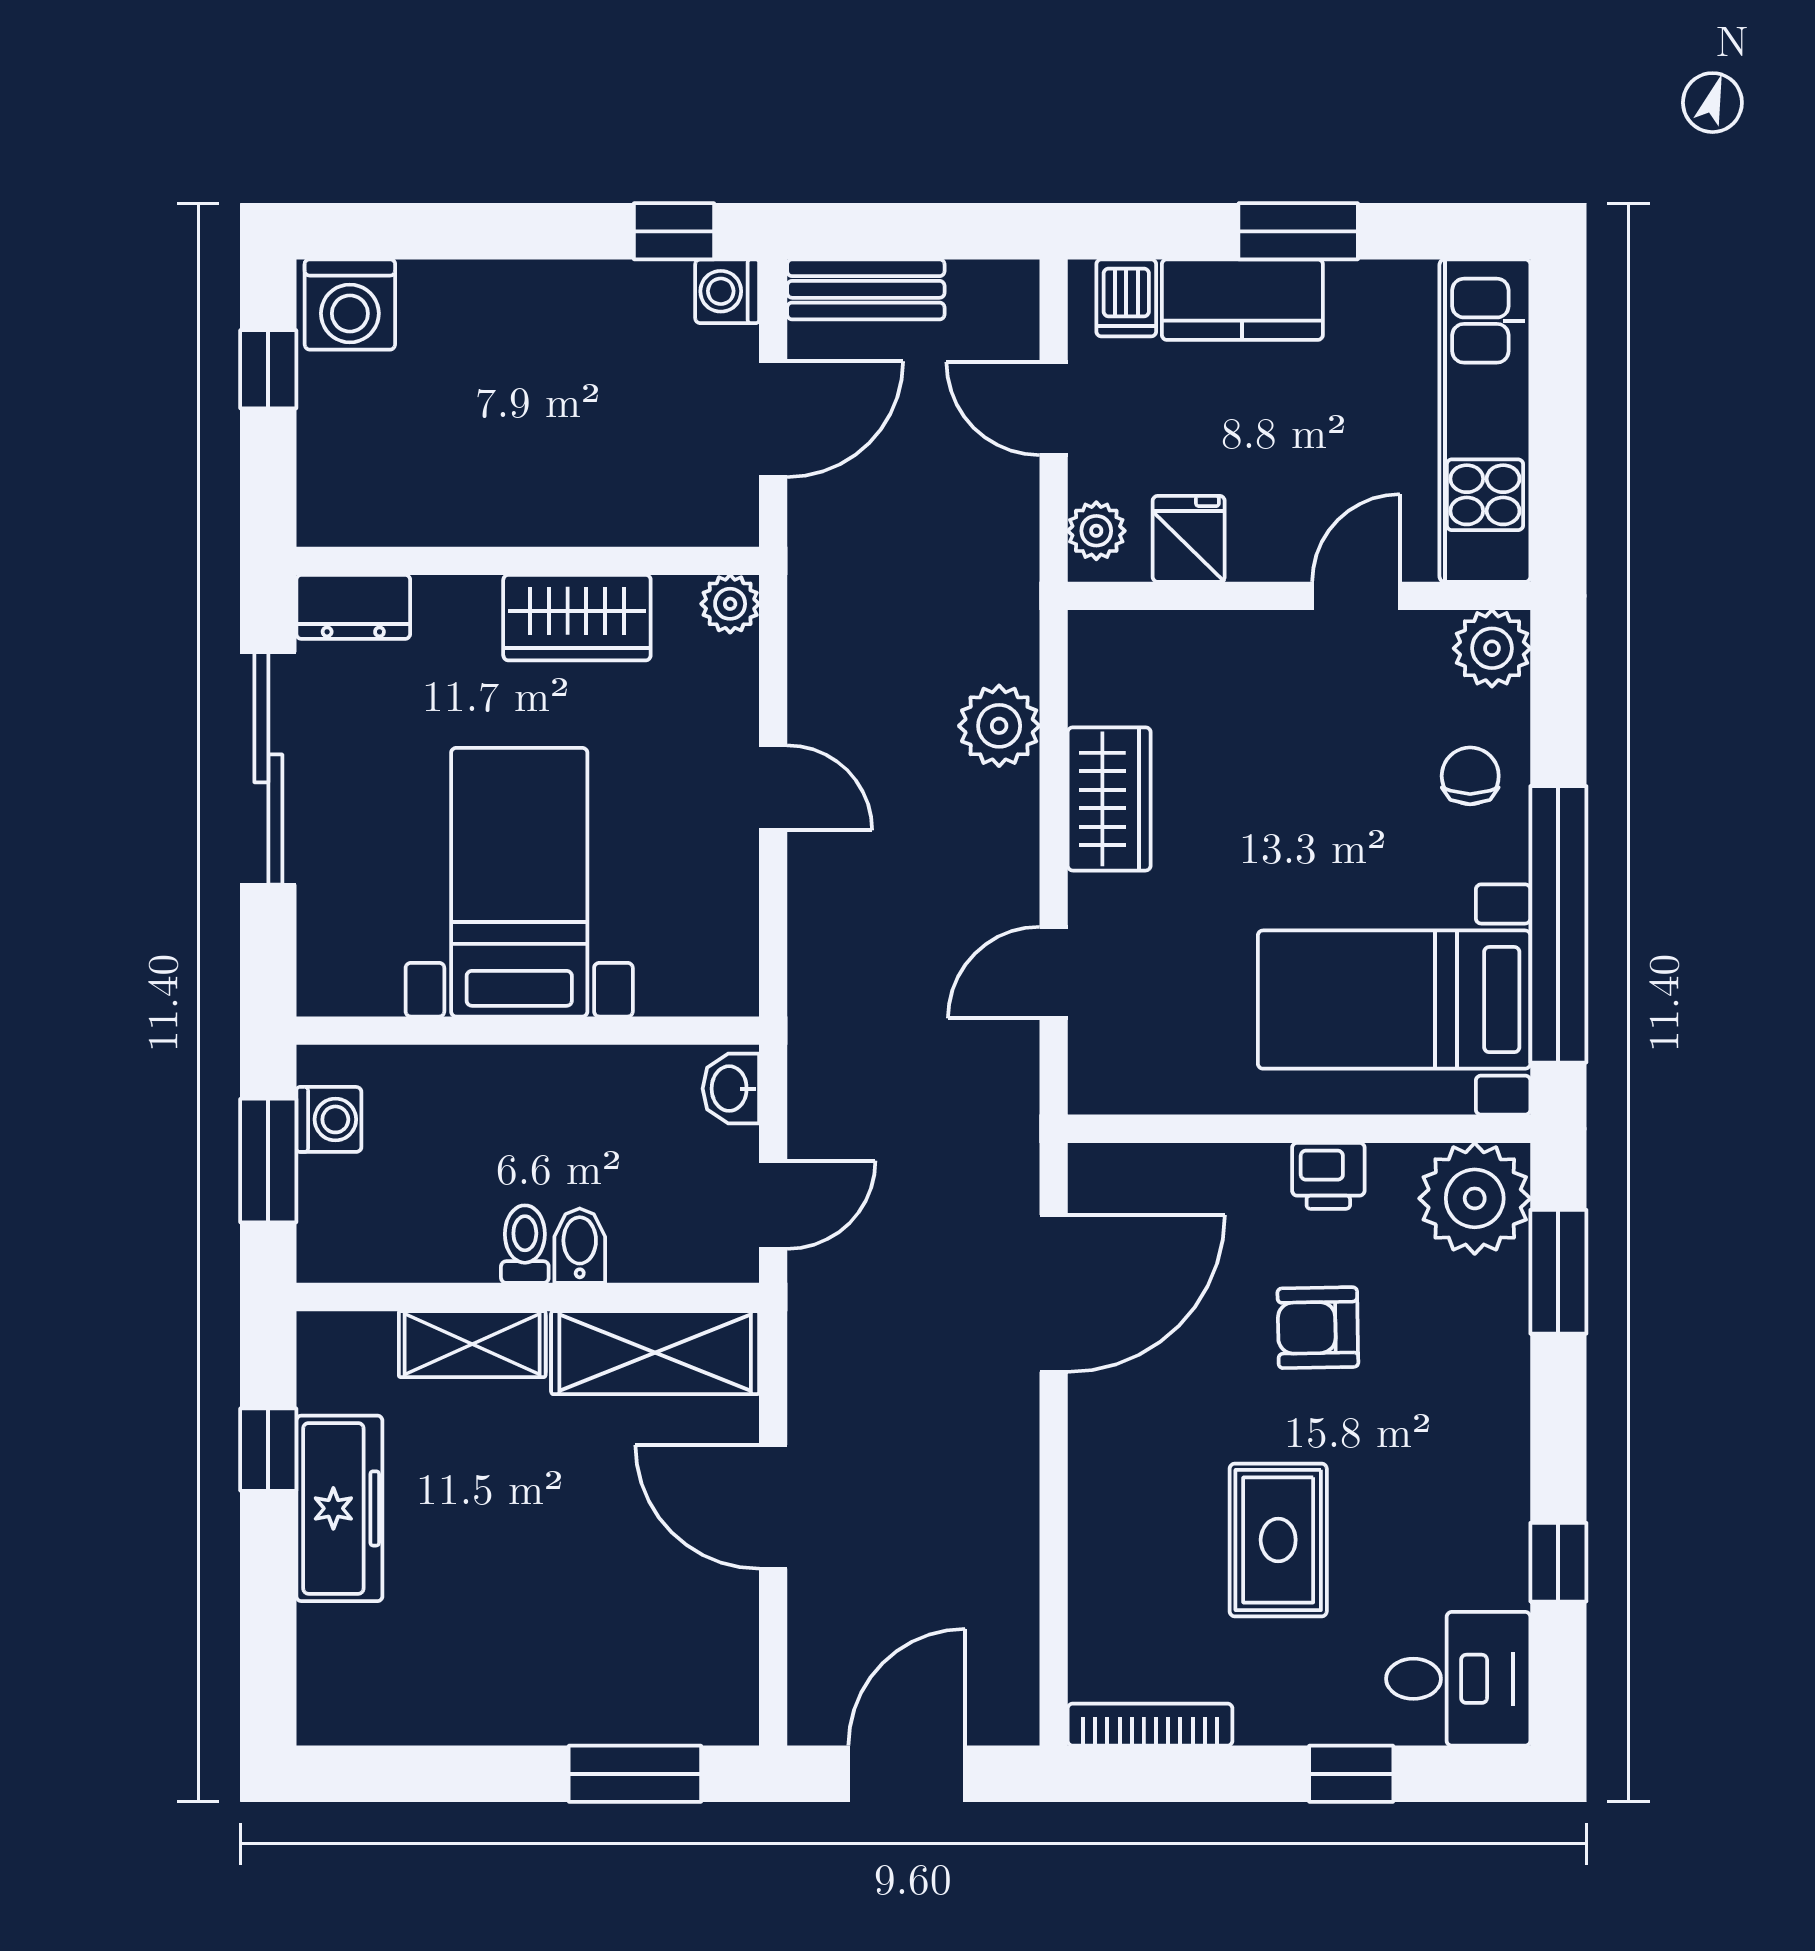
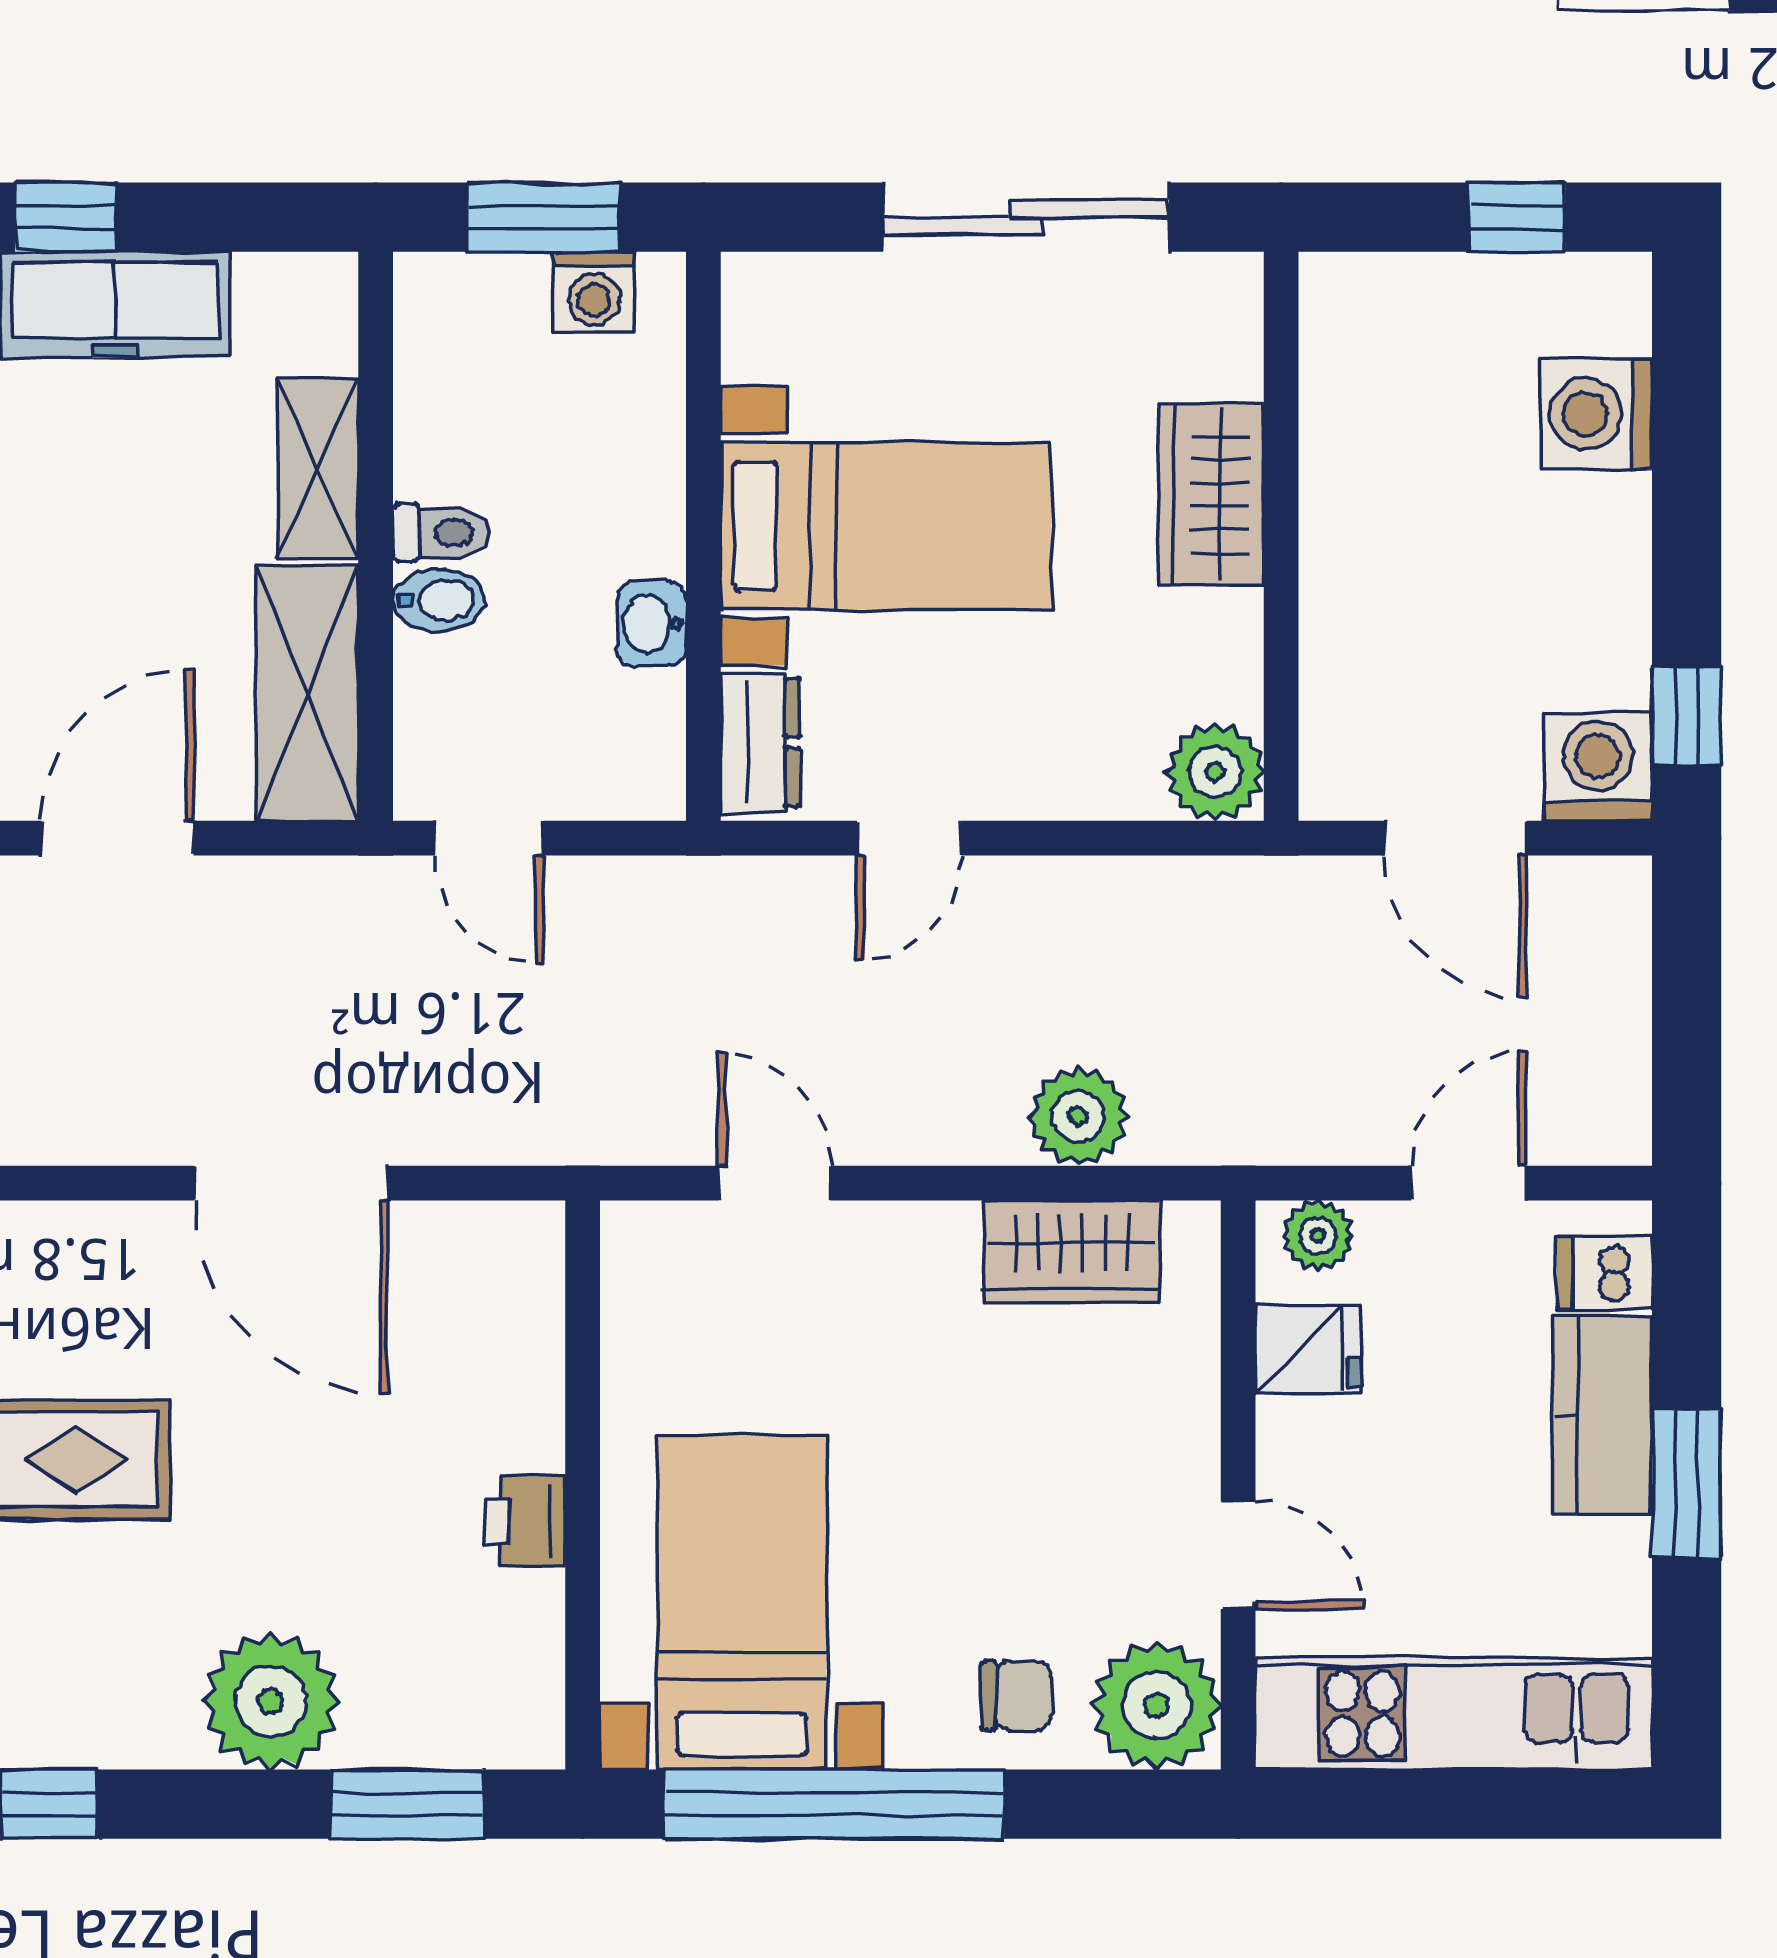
bench: (866, 289) -> (1615, 952), removed
washing machine: (727, 291) -> (1598, 767), width x1.38, depth x1.38
washing machine: (350, 304) -> (1597, 414), moved
plant: (730, 604) -> (1215, 772), width x1.38, depth x1.38
dresser: (353, 607) -> (760, 742), moved, turned 180
wardrobe: (577, 618) -> (1211, 495), moved
plant: (1492, 648) -> (1156, 1705), width x1.36, depth x1.36
door: (773, 788) -> (909, 838), moved
wardrobe: (1109, 799) -> (1072, 1251), moved
washbasin: (731, 1089) -> (651, 624), moved, turned -90
plant: (1475, 1198) -> (271, 1701), moved
door: (1054, 1293) -> (291, 1183), moved
armchair: (1318, 1328) -> (338, 1508), removed
window: (268, 1450) -> (66, 217), moved

